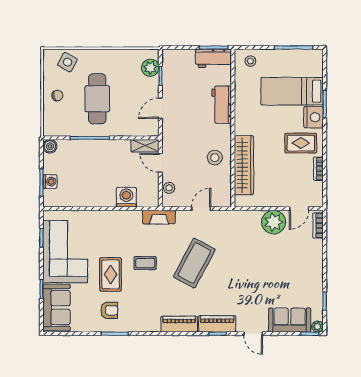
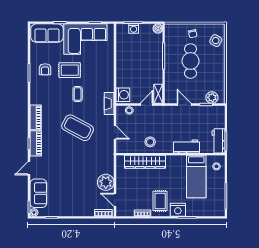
bed: (292, 91) -> (196, 177), moved, turned 180
cafe table: (97, 99) -> (191, 61), turned 90
washing machine: (126, 197) -> (123, 95), moved

